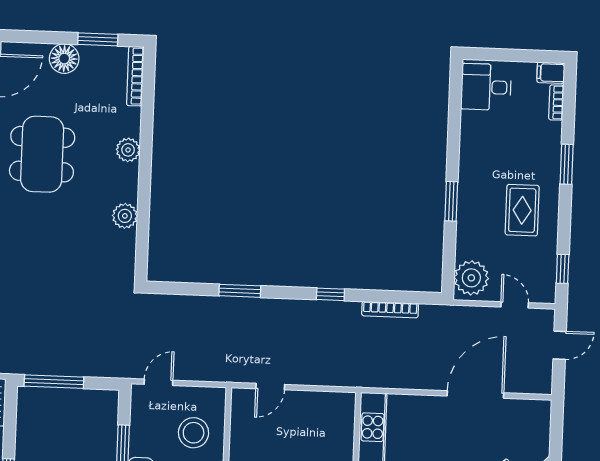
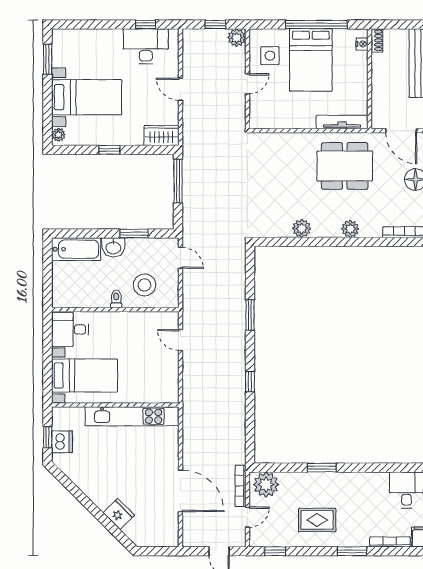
bookcase: (556, 103) -> (390, 542), width x1.56
bookcase: (390, 310) -> (240, 486), moved

